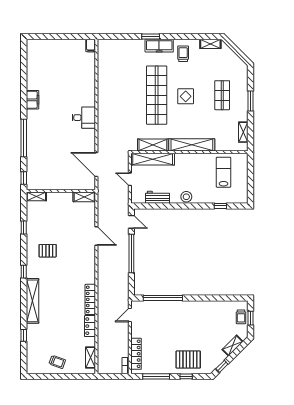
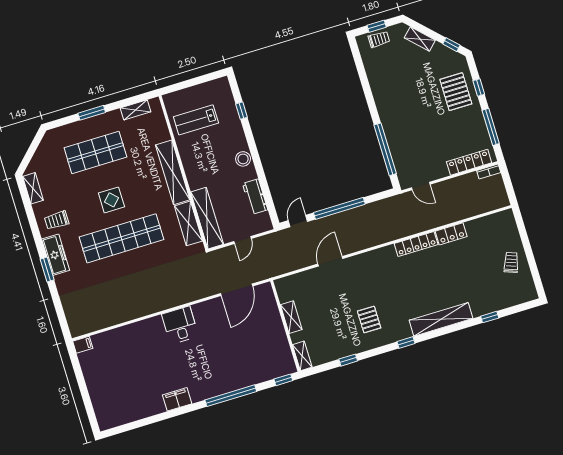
shop shelf: (222, 95) -> (95, 152), width x1.43, depth x1.36
shelving: (84, 197) -> (291, 317), moved
shelving: (91, 358) -> (492, 221), removed

